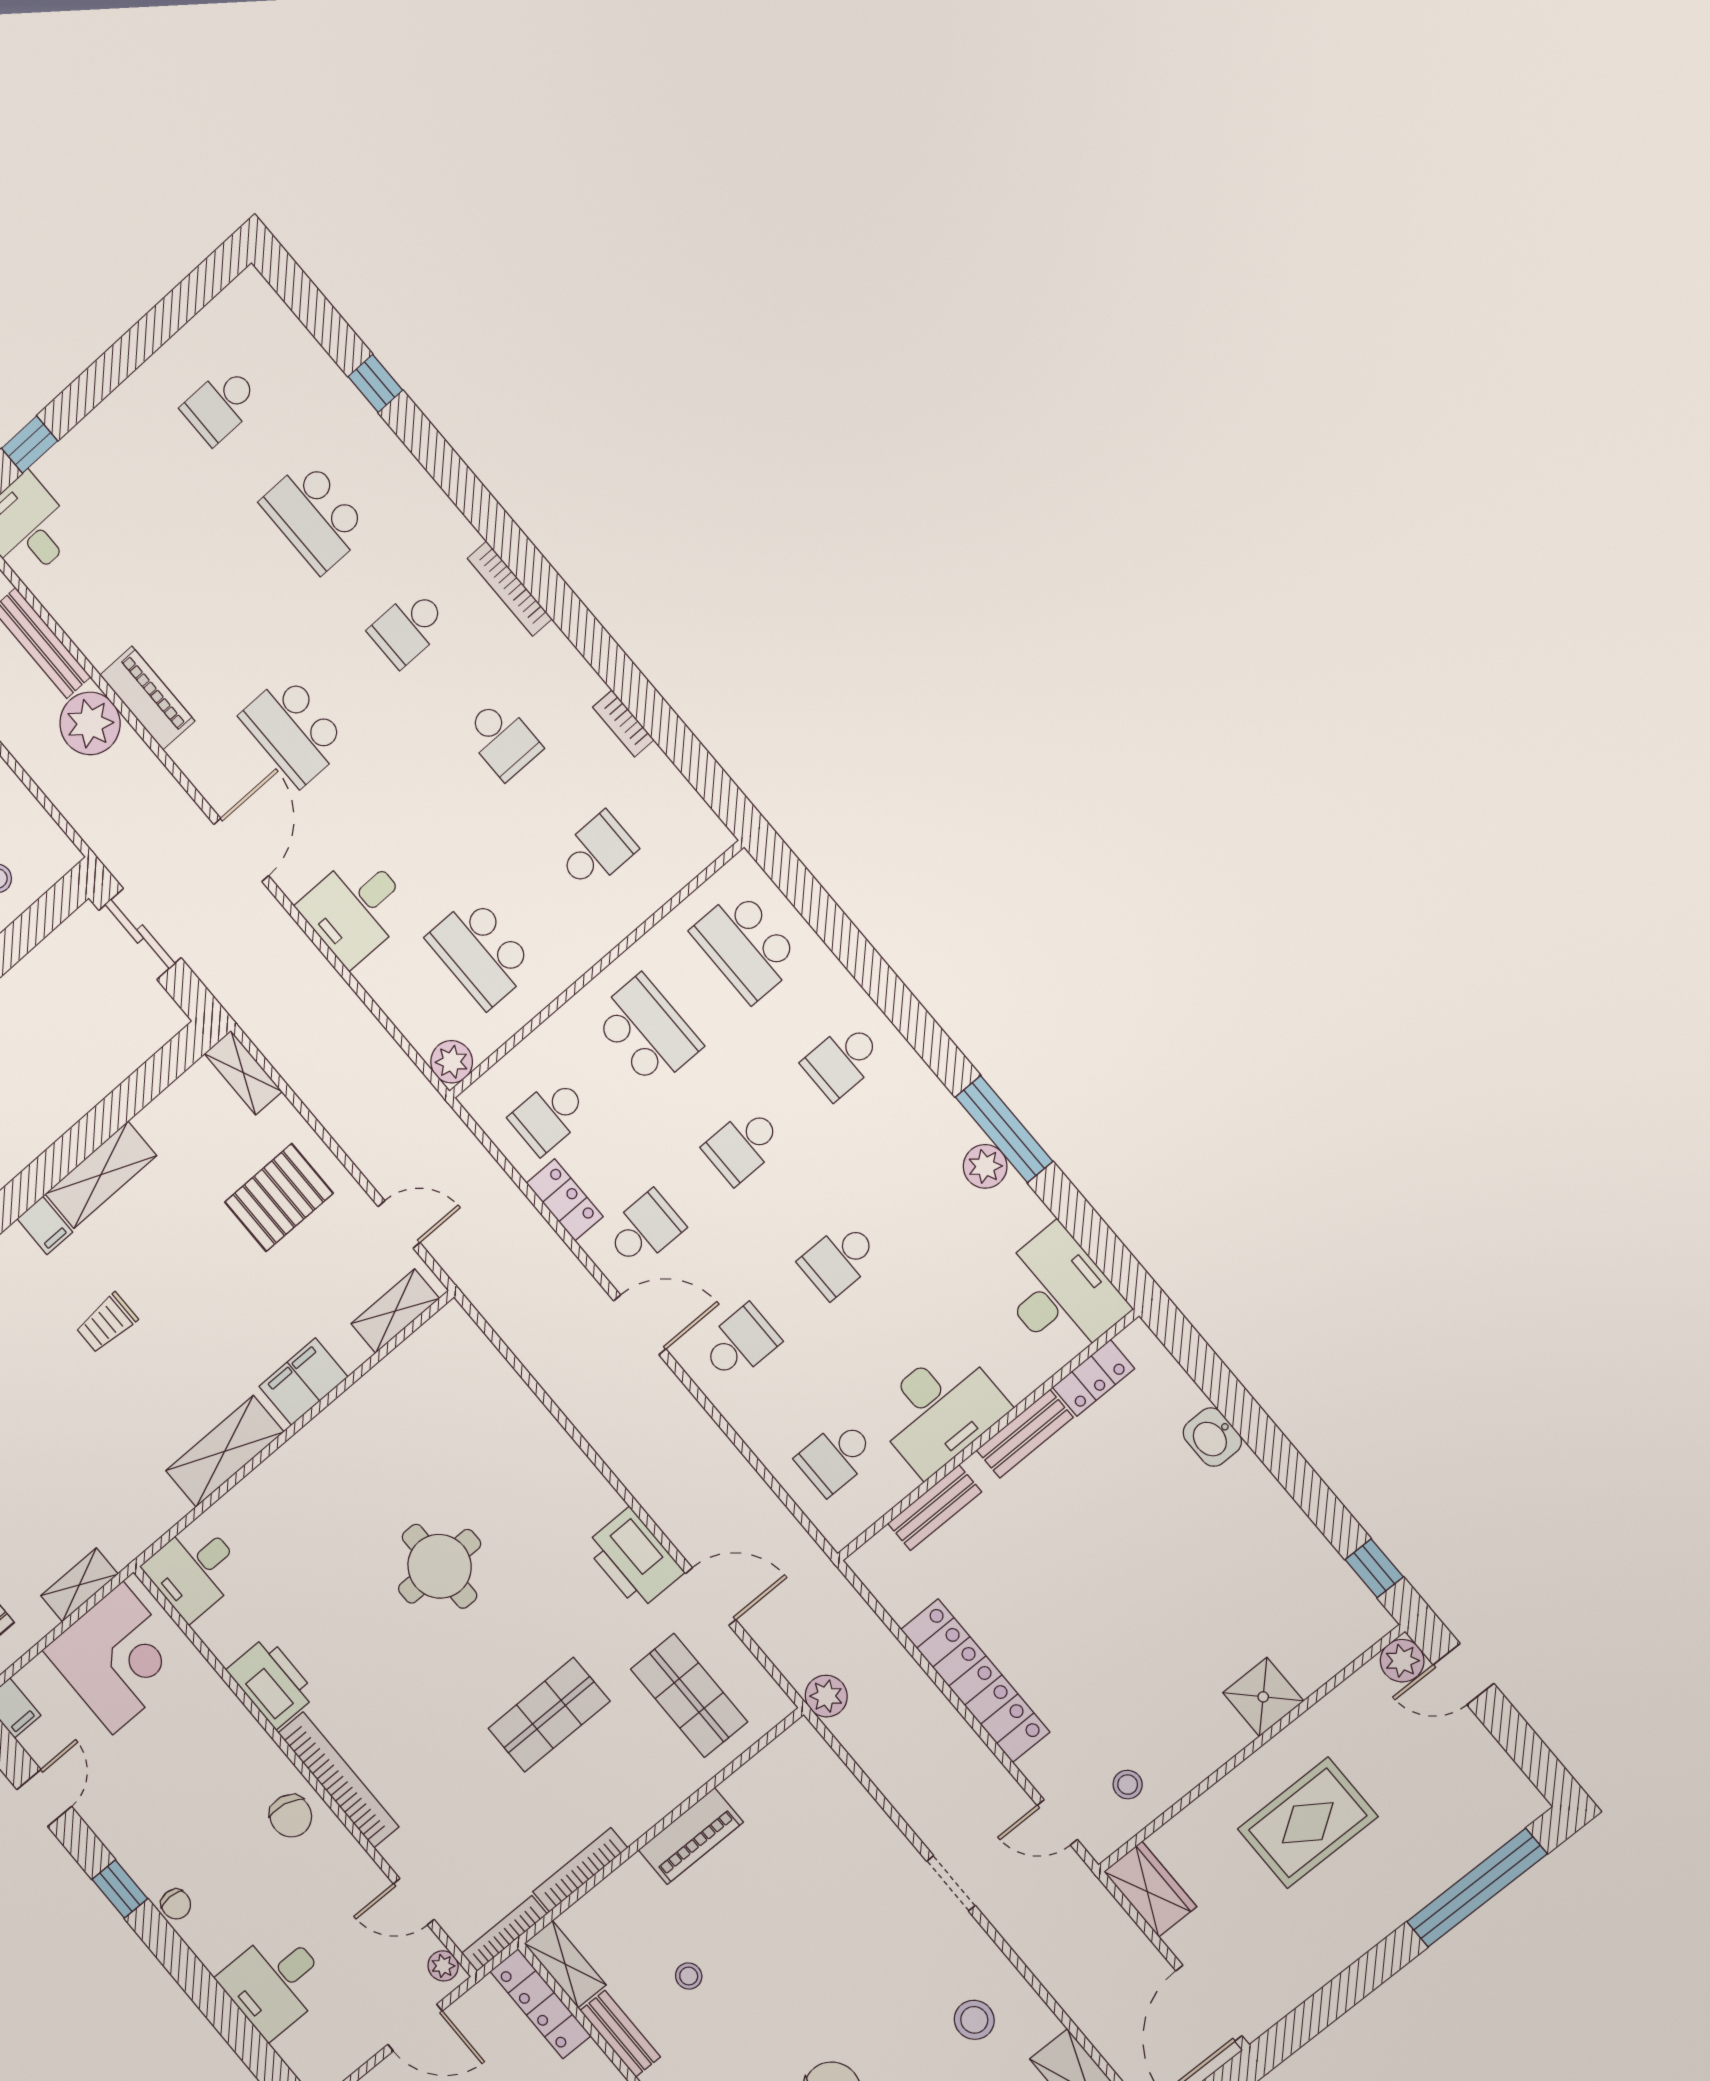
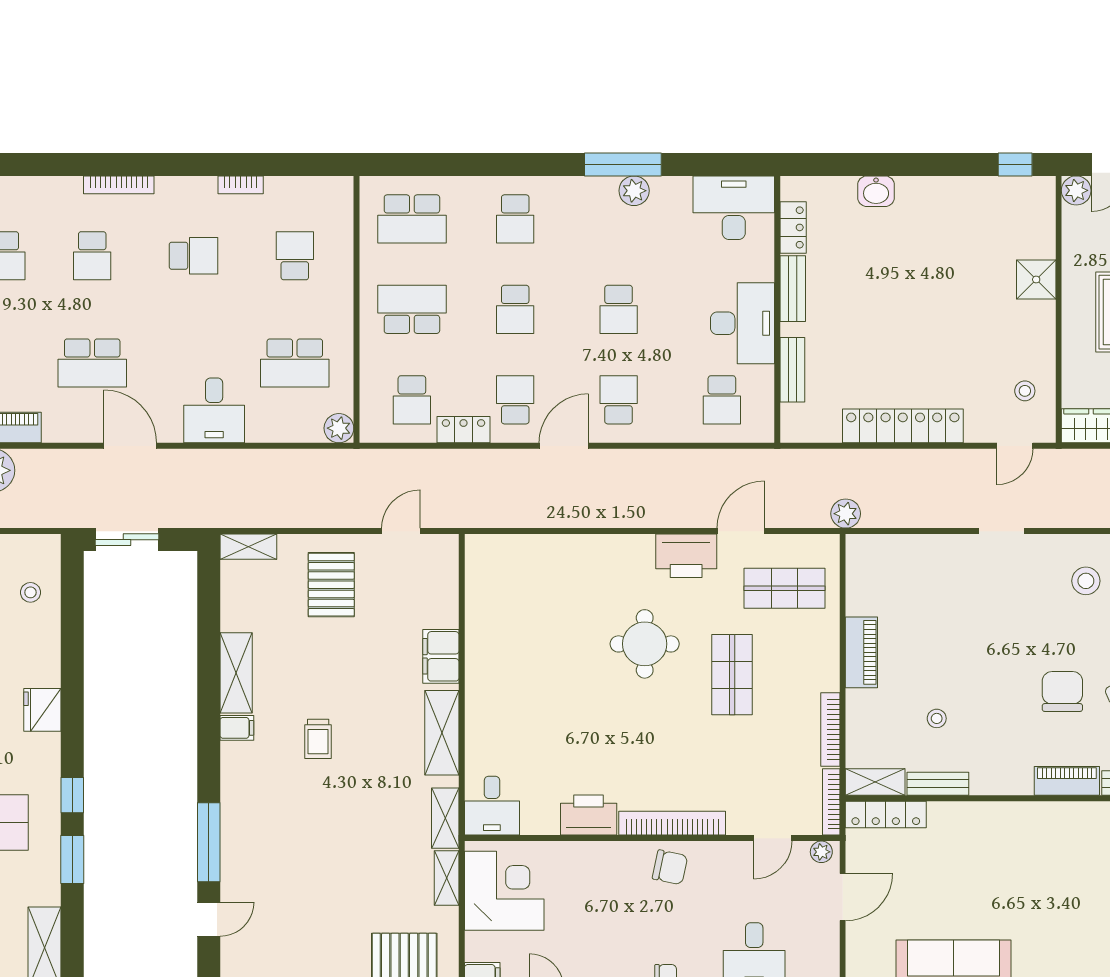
shelving: (395, 1311) -> (445, 818), moved
round table: (440, 1566) -> (645, 644), moved

